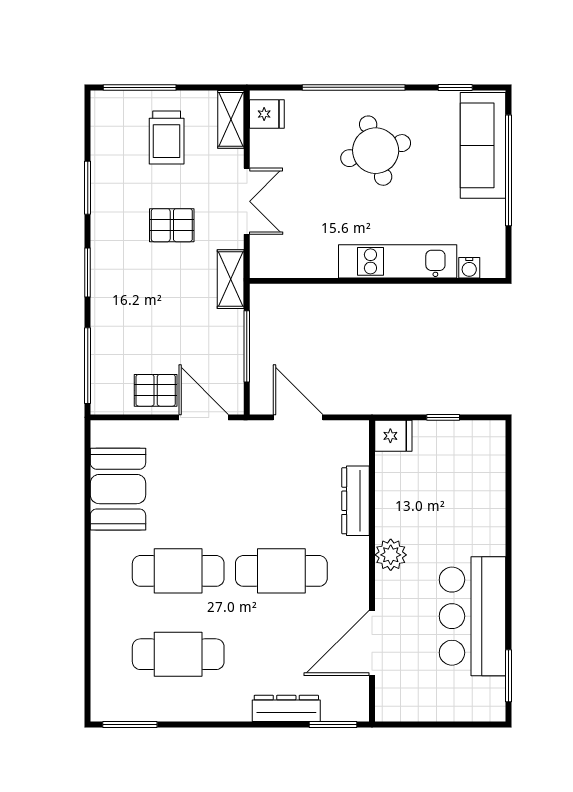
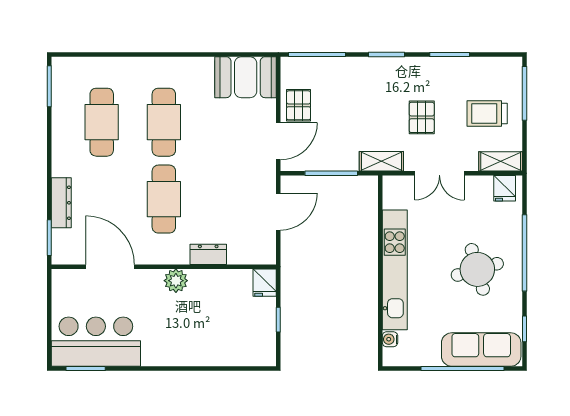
kitchen unit: (398, 261) -> (395, 270), width x1.36
booth: (118, 489) -> (246, 77), moved
dresser: (355, 501) -> (208, 254), width x0.70
bar counter: (472, 616) -> (96, 342), moved

